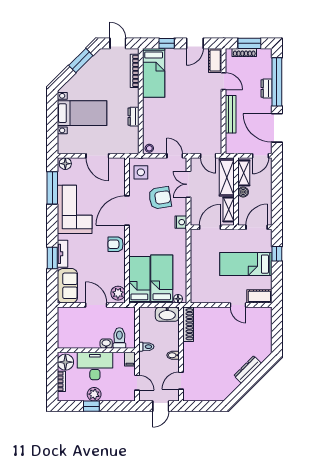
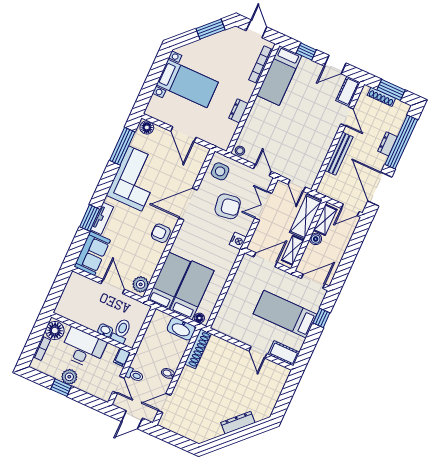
toilet: (146, 347) -> (135, 375), moved

